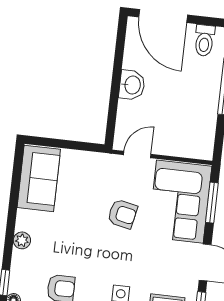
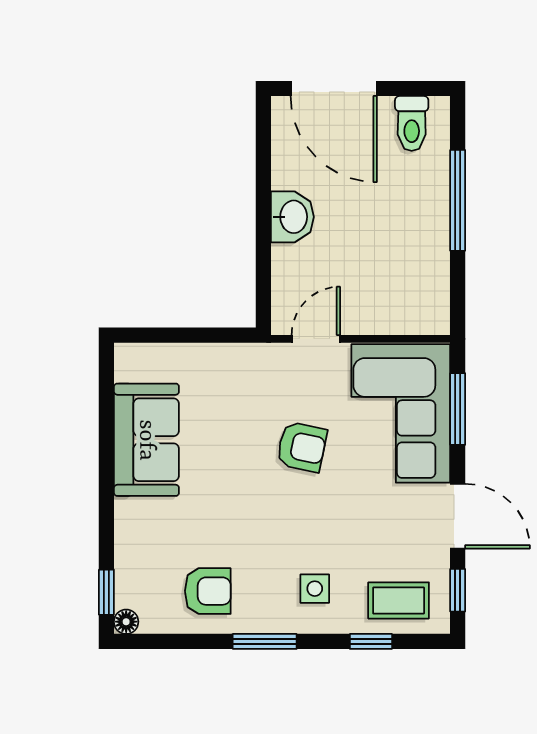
sofa: (39, 178) -> (146, 440), moved
plant: (22, 240) -> (129, 514), removed

